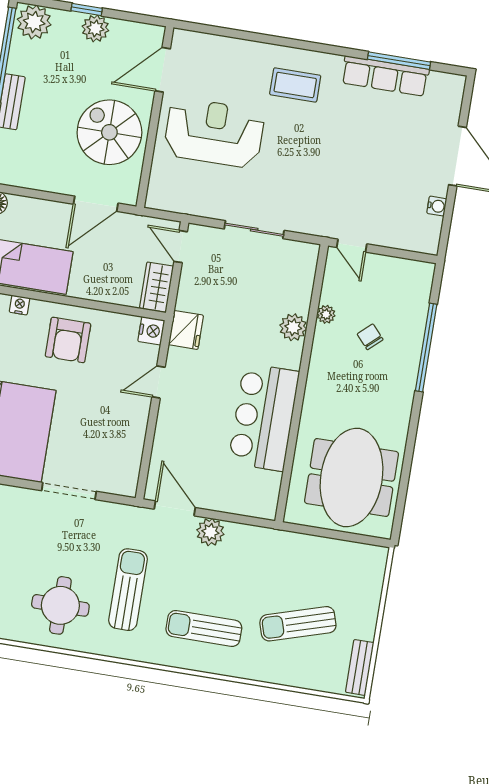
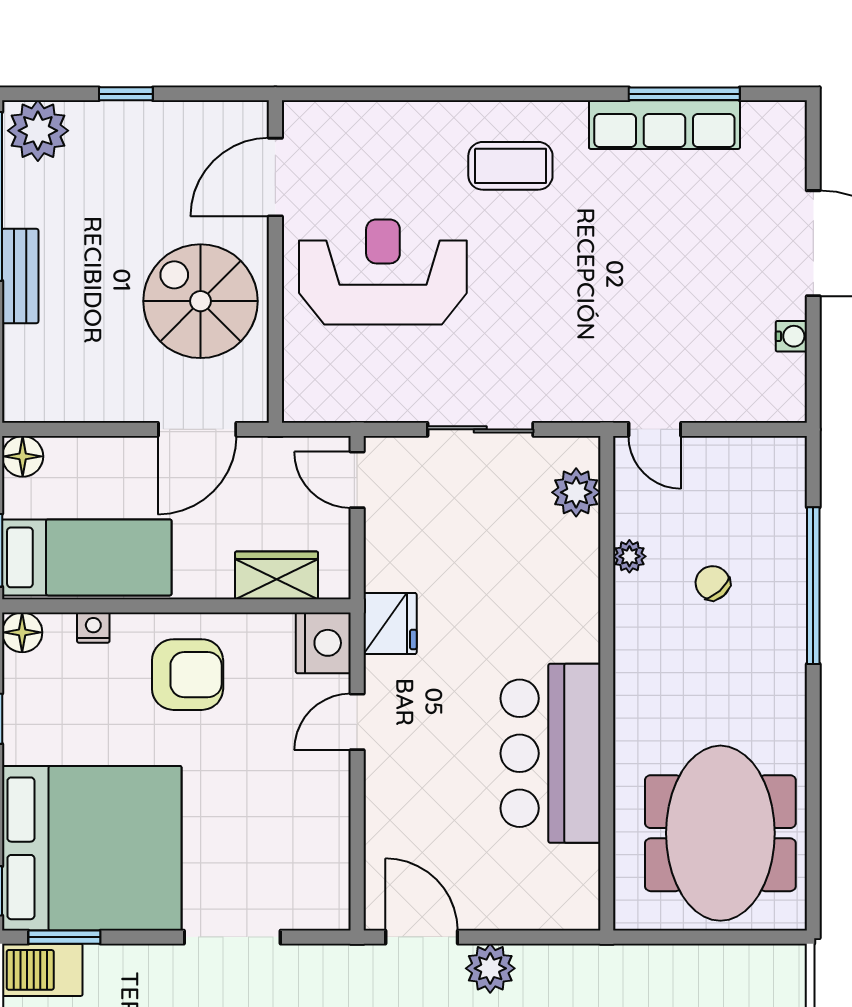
plant: (95, 28) -> (146, 124), removed
wardrobe: (157, 287) -> (277, 575), moved, turned 90
plant: (293, 327) -> (576, 492), moved
nightstand: (151, 331) -> (323, 643), width x1.36, depth x1.33
armchair: (68, 340) -> (188, 675), turned -90

